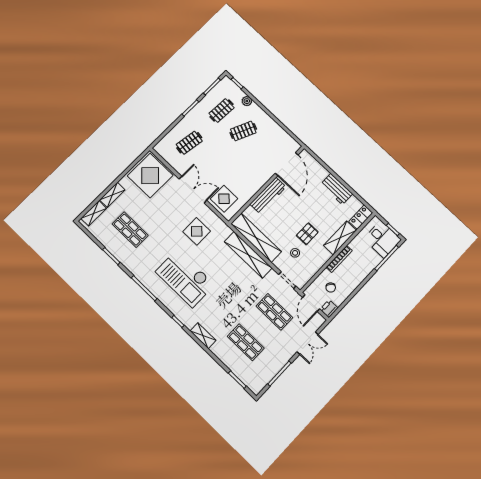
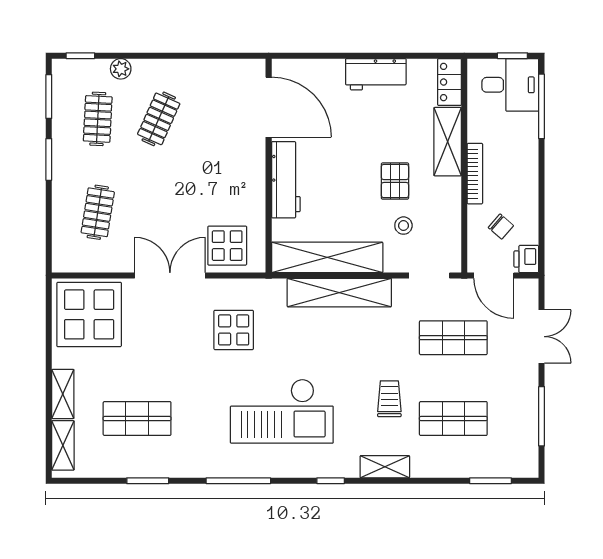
trolley: (229, 312) -> (389, 399), added

